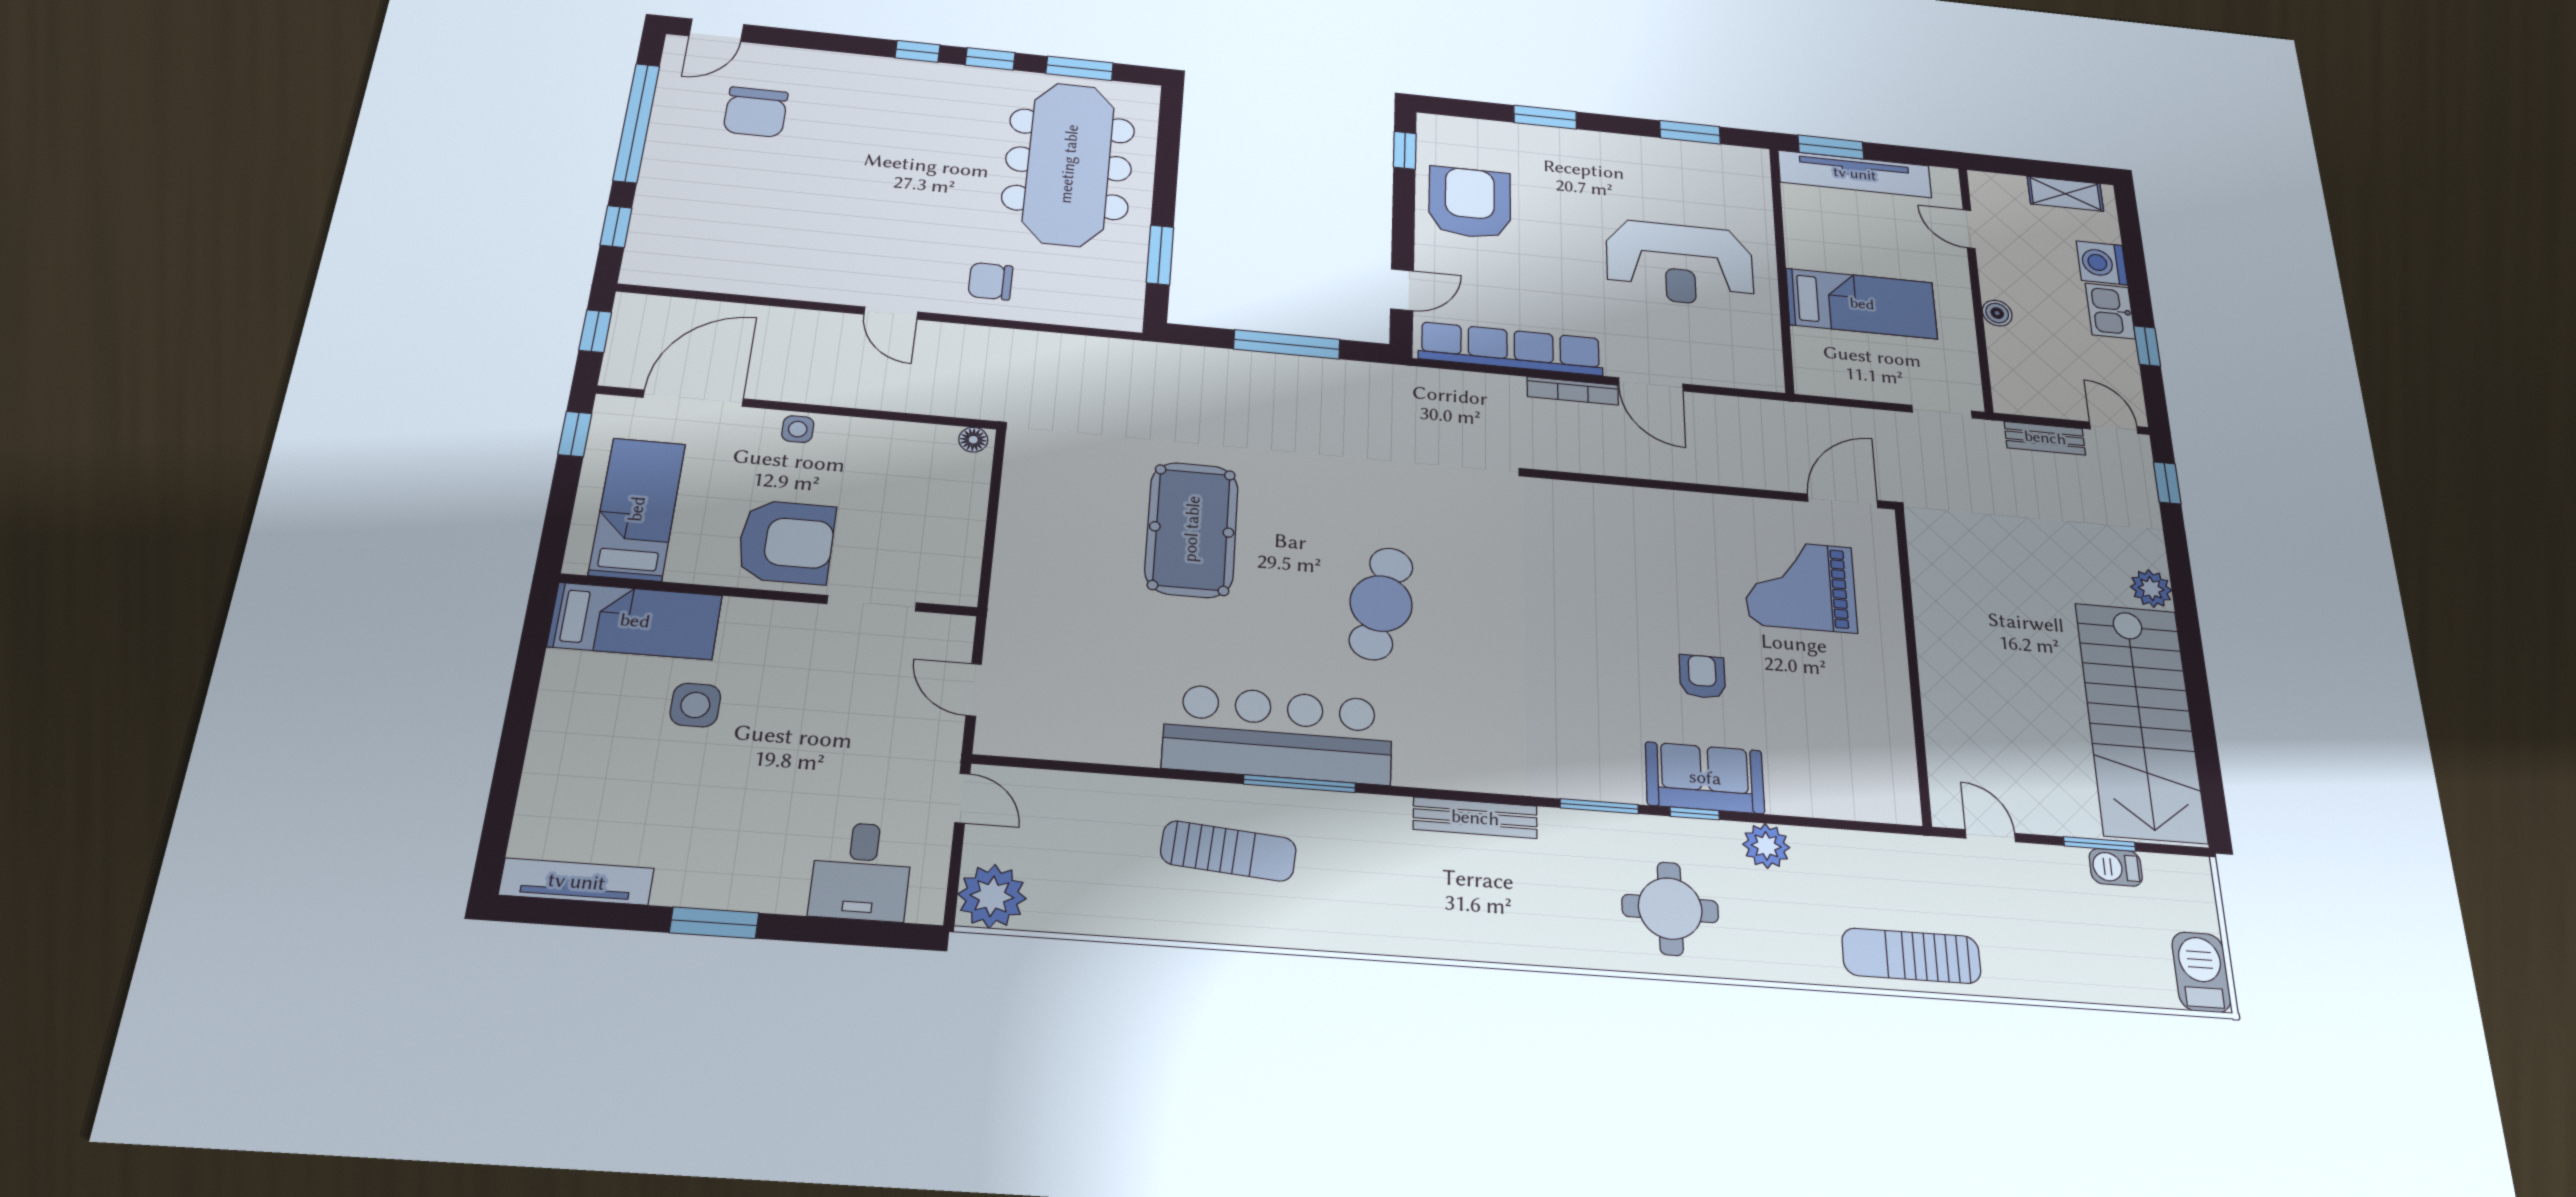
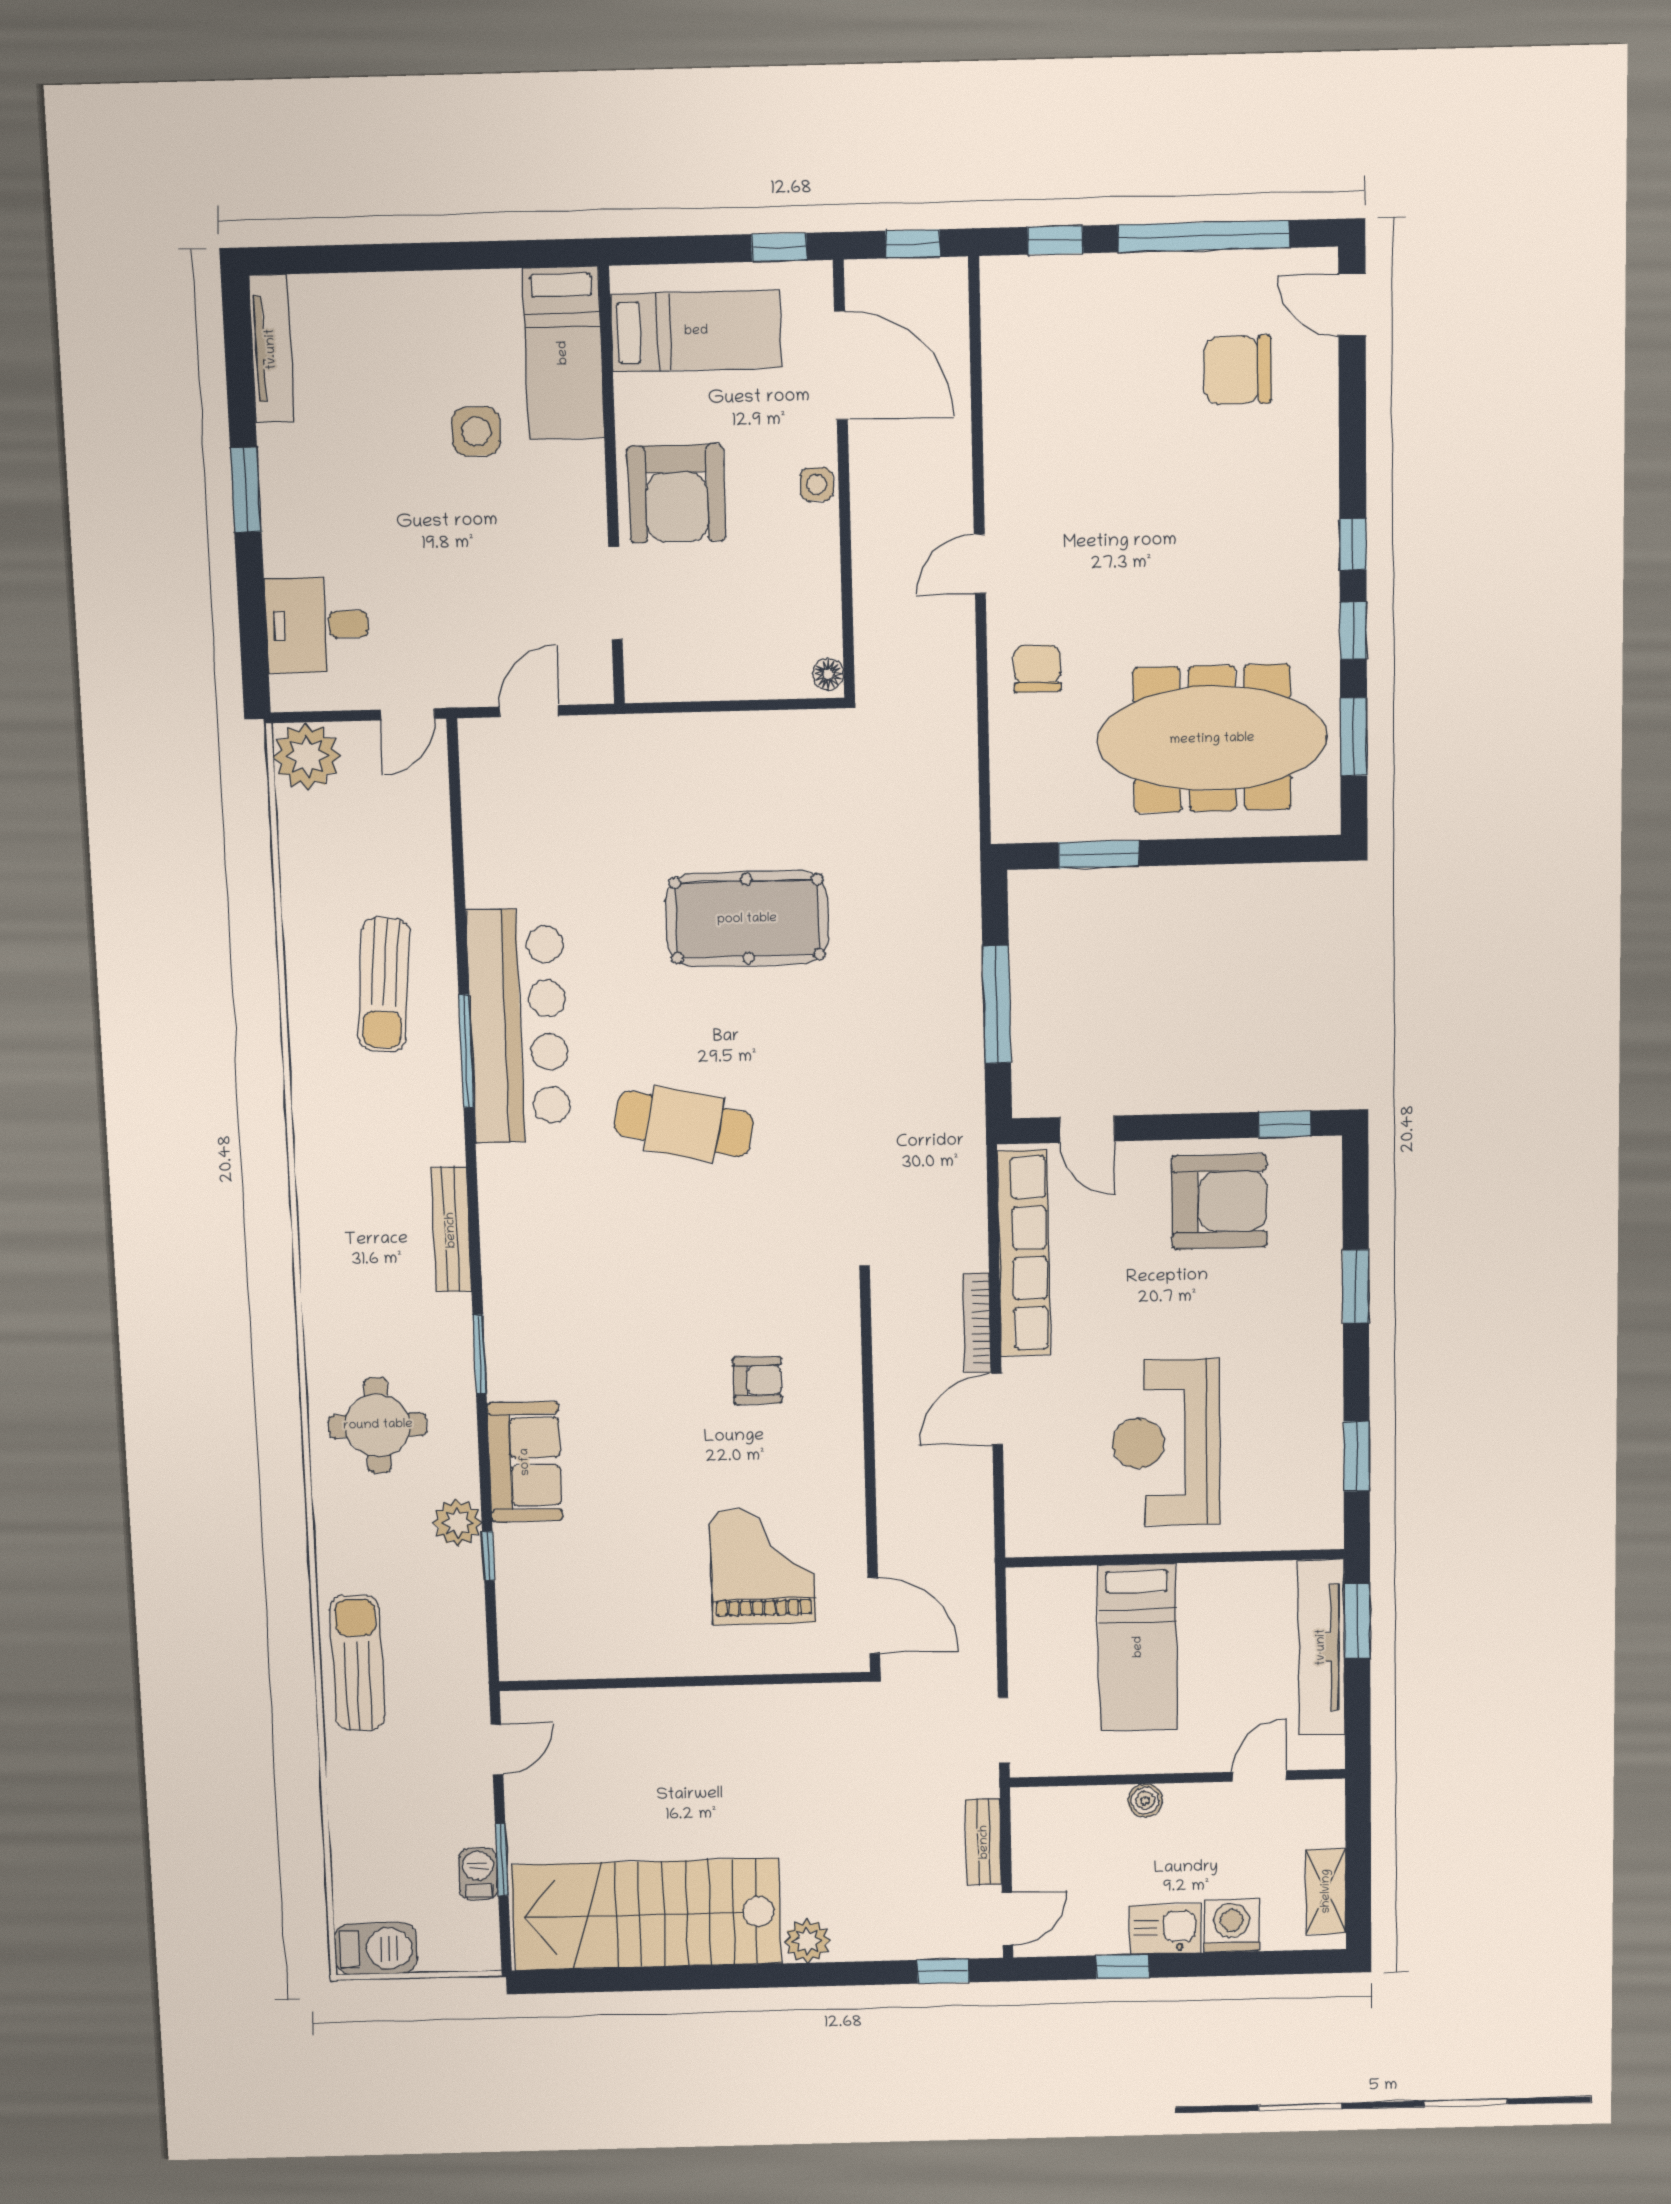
armchair: (1702, 677) -> (757, 1380), moved
window: (1695, 813) -> (488, 1556), moved

